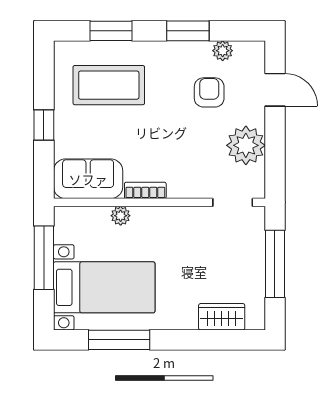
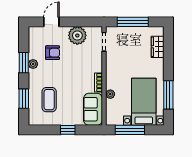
plant: (223, 51) -> (33, 64), moved
coffee table: (109, 85) -> (49, 100), width x0.73, depth x0.76
armchair: (209, 92) -> (53, 53), turned 180

